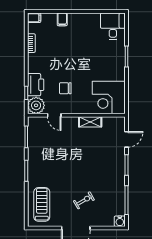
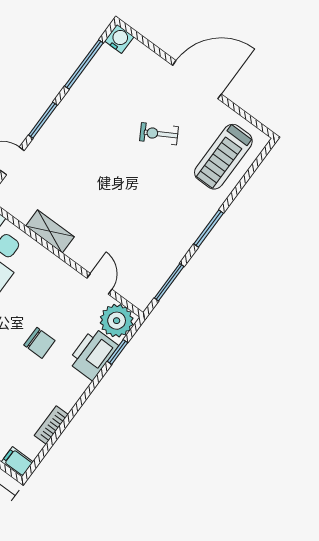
chair: (65, 88) -> (39, 343), moved
exercise bike: (84, 200) -> (159, 134), moved

